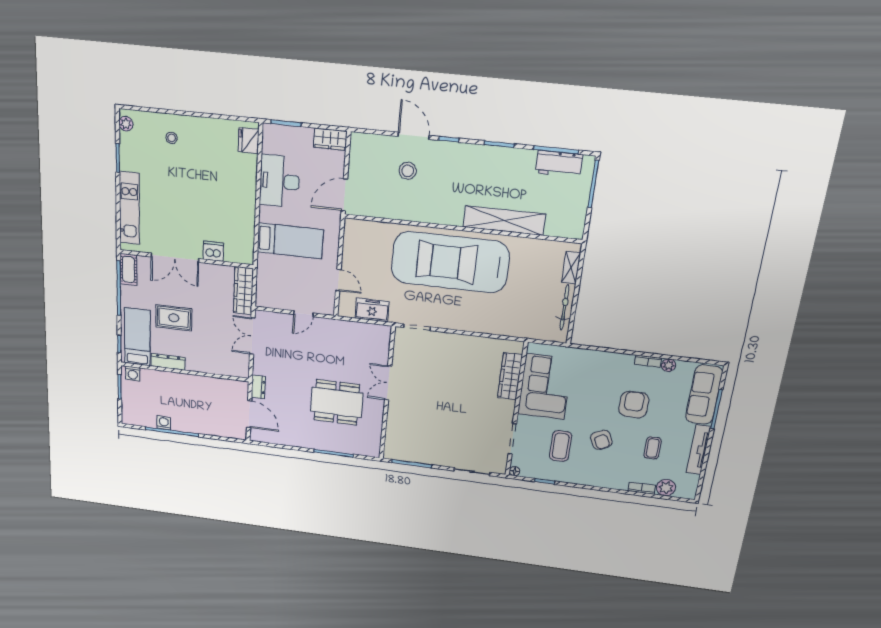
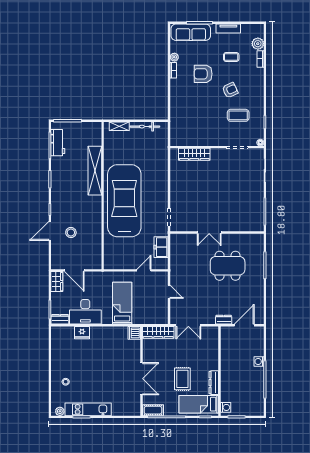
dresser: (270, 138) -> (60, 319), added
fridge: (248, 141) -> (82, 333), moved
door: (344, 195) -> (74, 270), moved
kitchen unit: (129, 208) -> (88, 409), moved
dishwasher: (213, 251) -> (134, 333), moved
car: (450, 262) -> (124, 201), turned 180
corner sofa: (545, 387) -> (198, 131), removed
dining table: (337, 402) -> (228, 266), turned 90
washing machine: (164, 423) -> (259, 361), moved
tv unit: (698, 450) -> (228, 28), width x0.71

